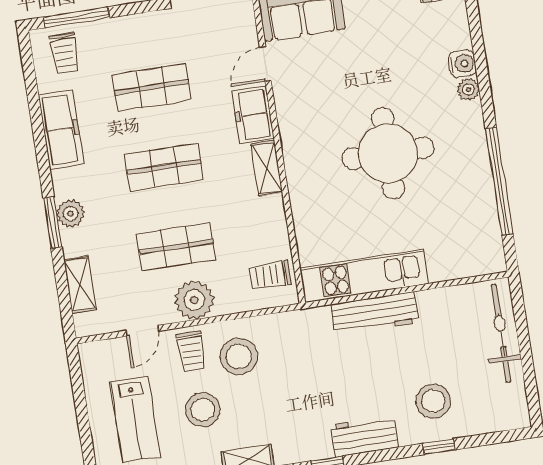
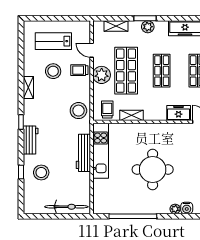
shelving: (267, 168) -> (132, 115), moved
shop shelf: (176, 247) -> (126, 71), width x1.43, depth x1.36
stool: (239, 356) -> (78, 111), moved

